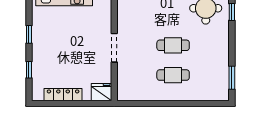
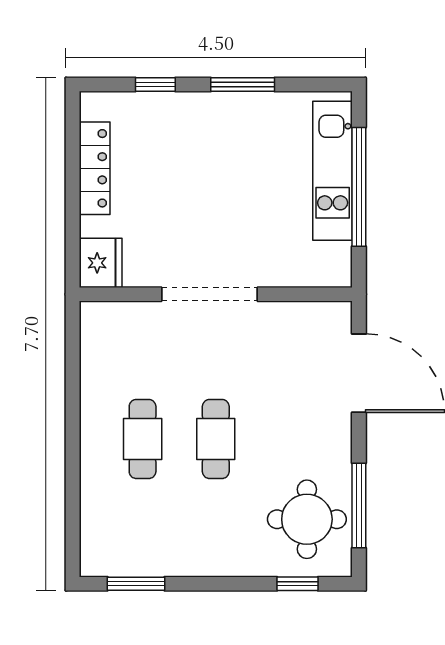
window: (29, 34) -> (243, 84), width x1.50
doorway: (114, 48) -> (210, 294), width x1.36

